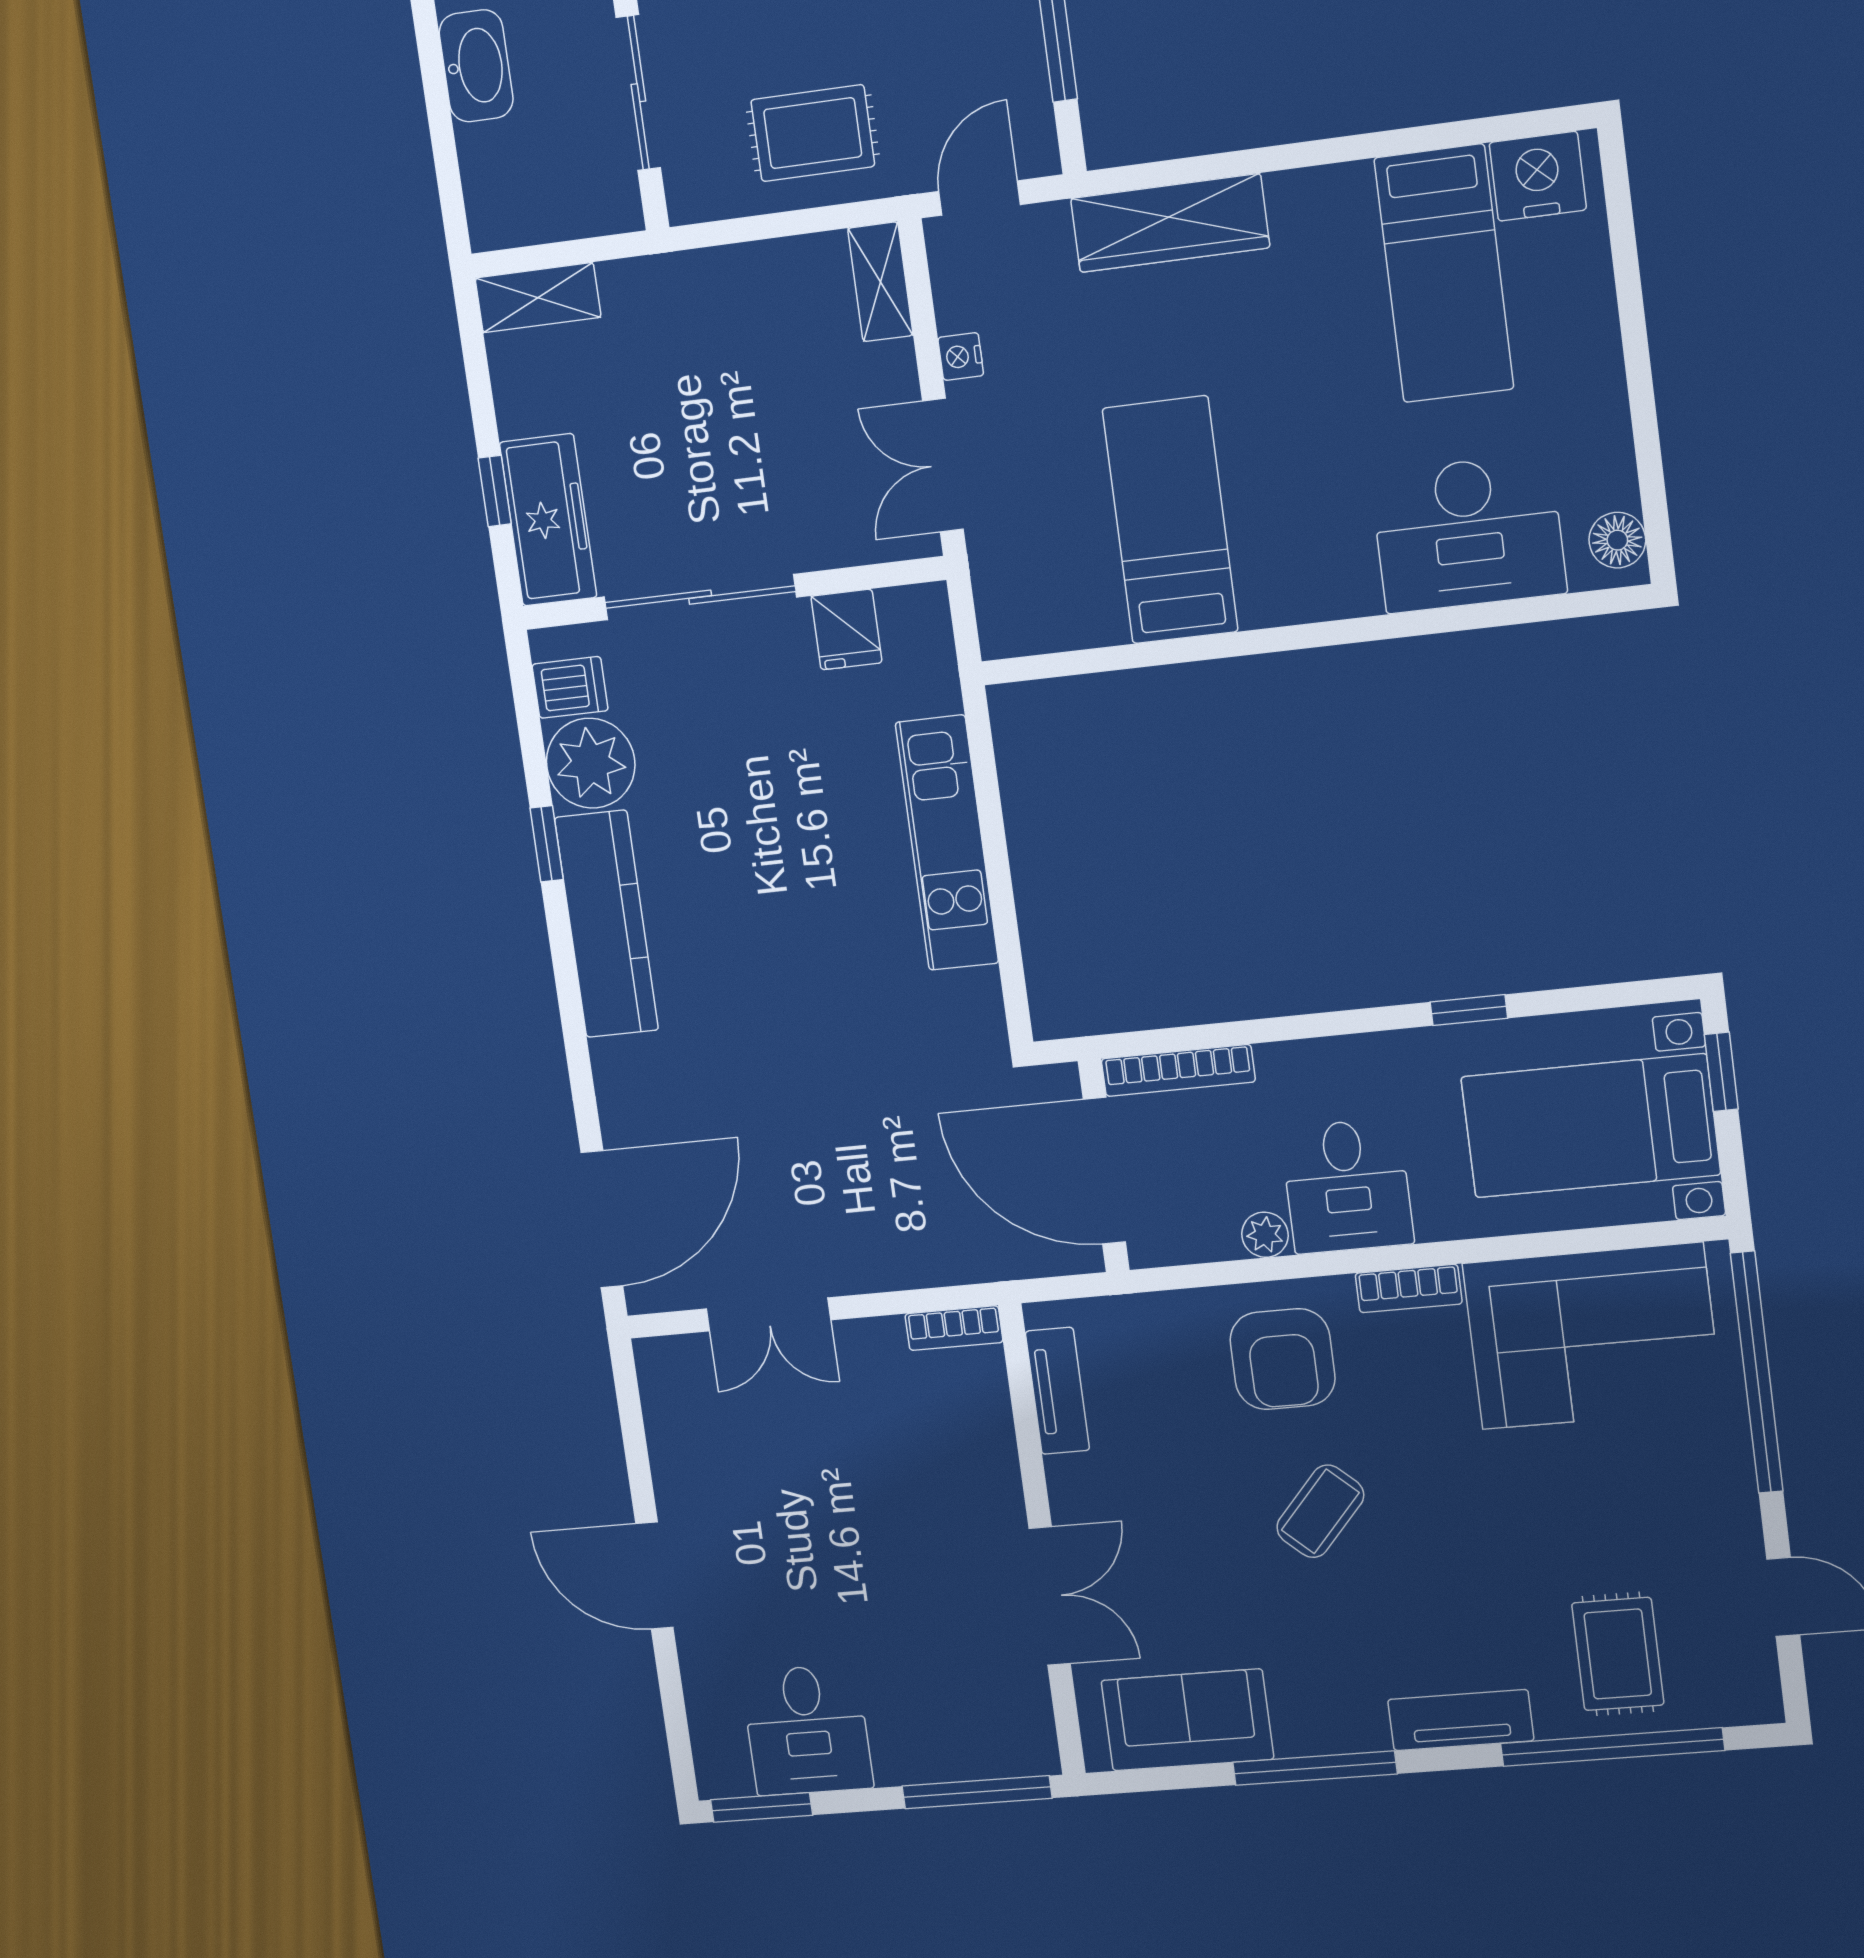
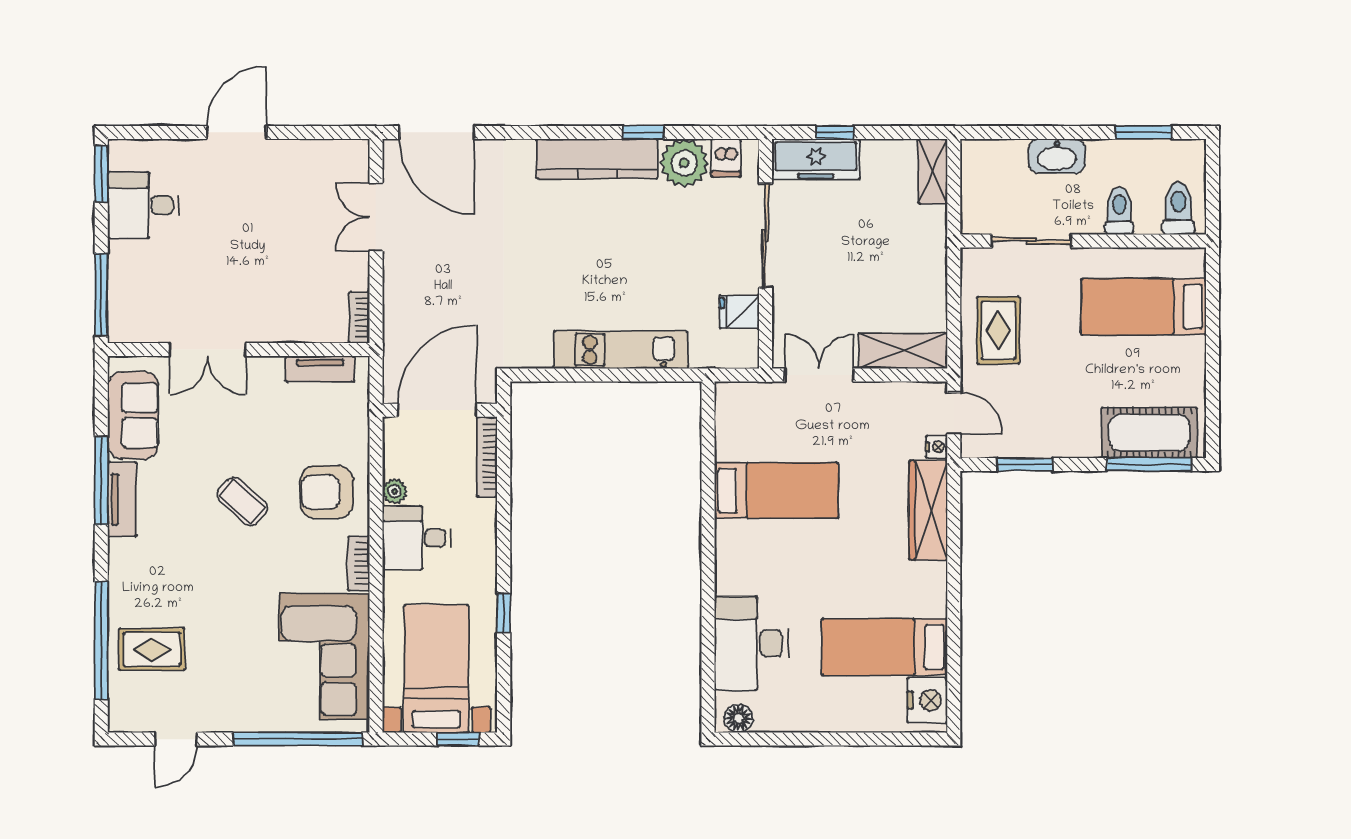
shelving: (880, 282) -> (903, 351), width x1.50, depth x1.33
nightstand: (961, 356) -> (937, 447), moved, turned 90
tv unit: (1461, 1720) -> (122, 499), moved

